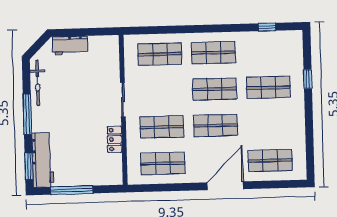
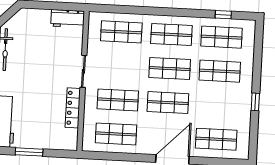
workbench: (70, 45) -> (68, 19), moved
shop shelf: (267, 51) -> (222, 37), added
window: (308, 79) -> (255, 102), moved
locker: (115, 139) -> (73, 108), width x1.53
window: (72, 190) -> (29, 152), width x0.69

